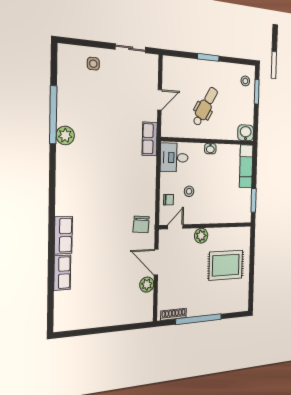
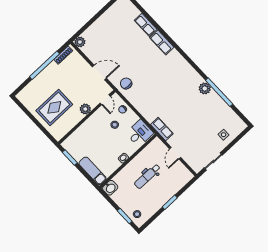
dental chair: (205, 106) -> (147, 176), turned 60
plant: (147, 285) -> (80, 42), moved

